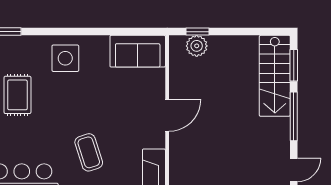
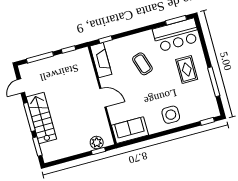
stairs: (275, 76) -> (41, 118), moved
rug: (17, 95) -> (187, 69), moved
door: (167, 115) -> (103, 98), swing flipped

